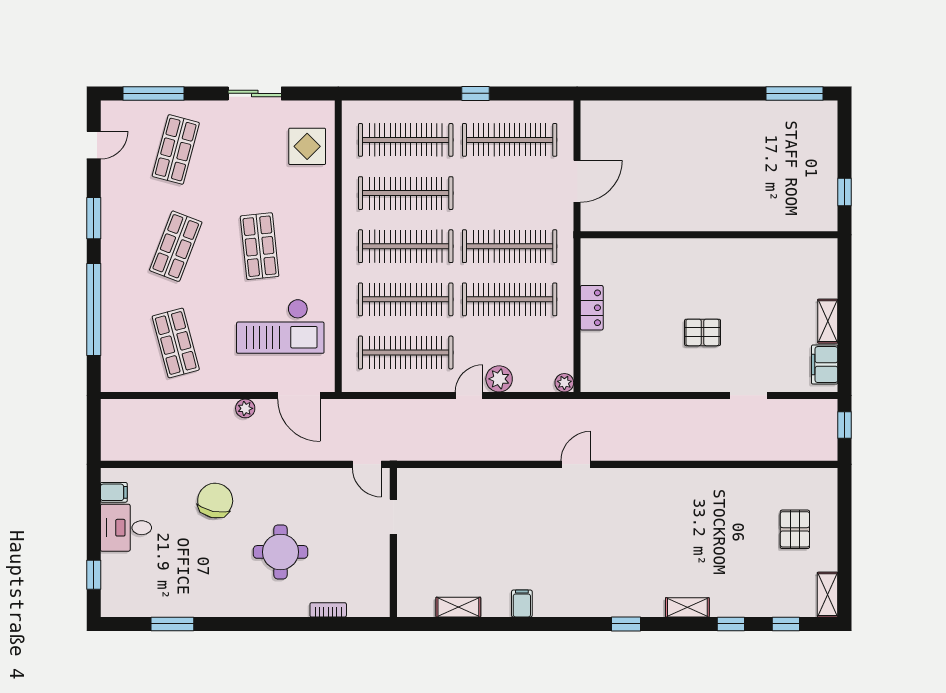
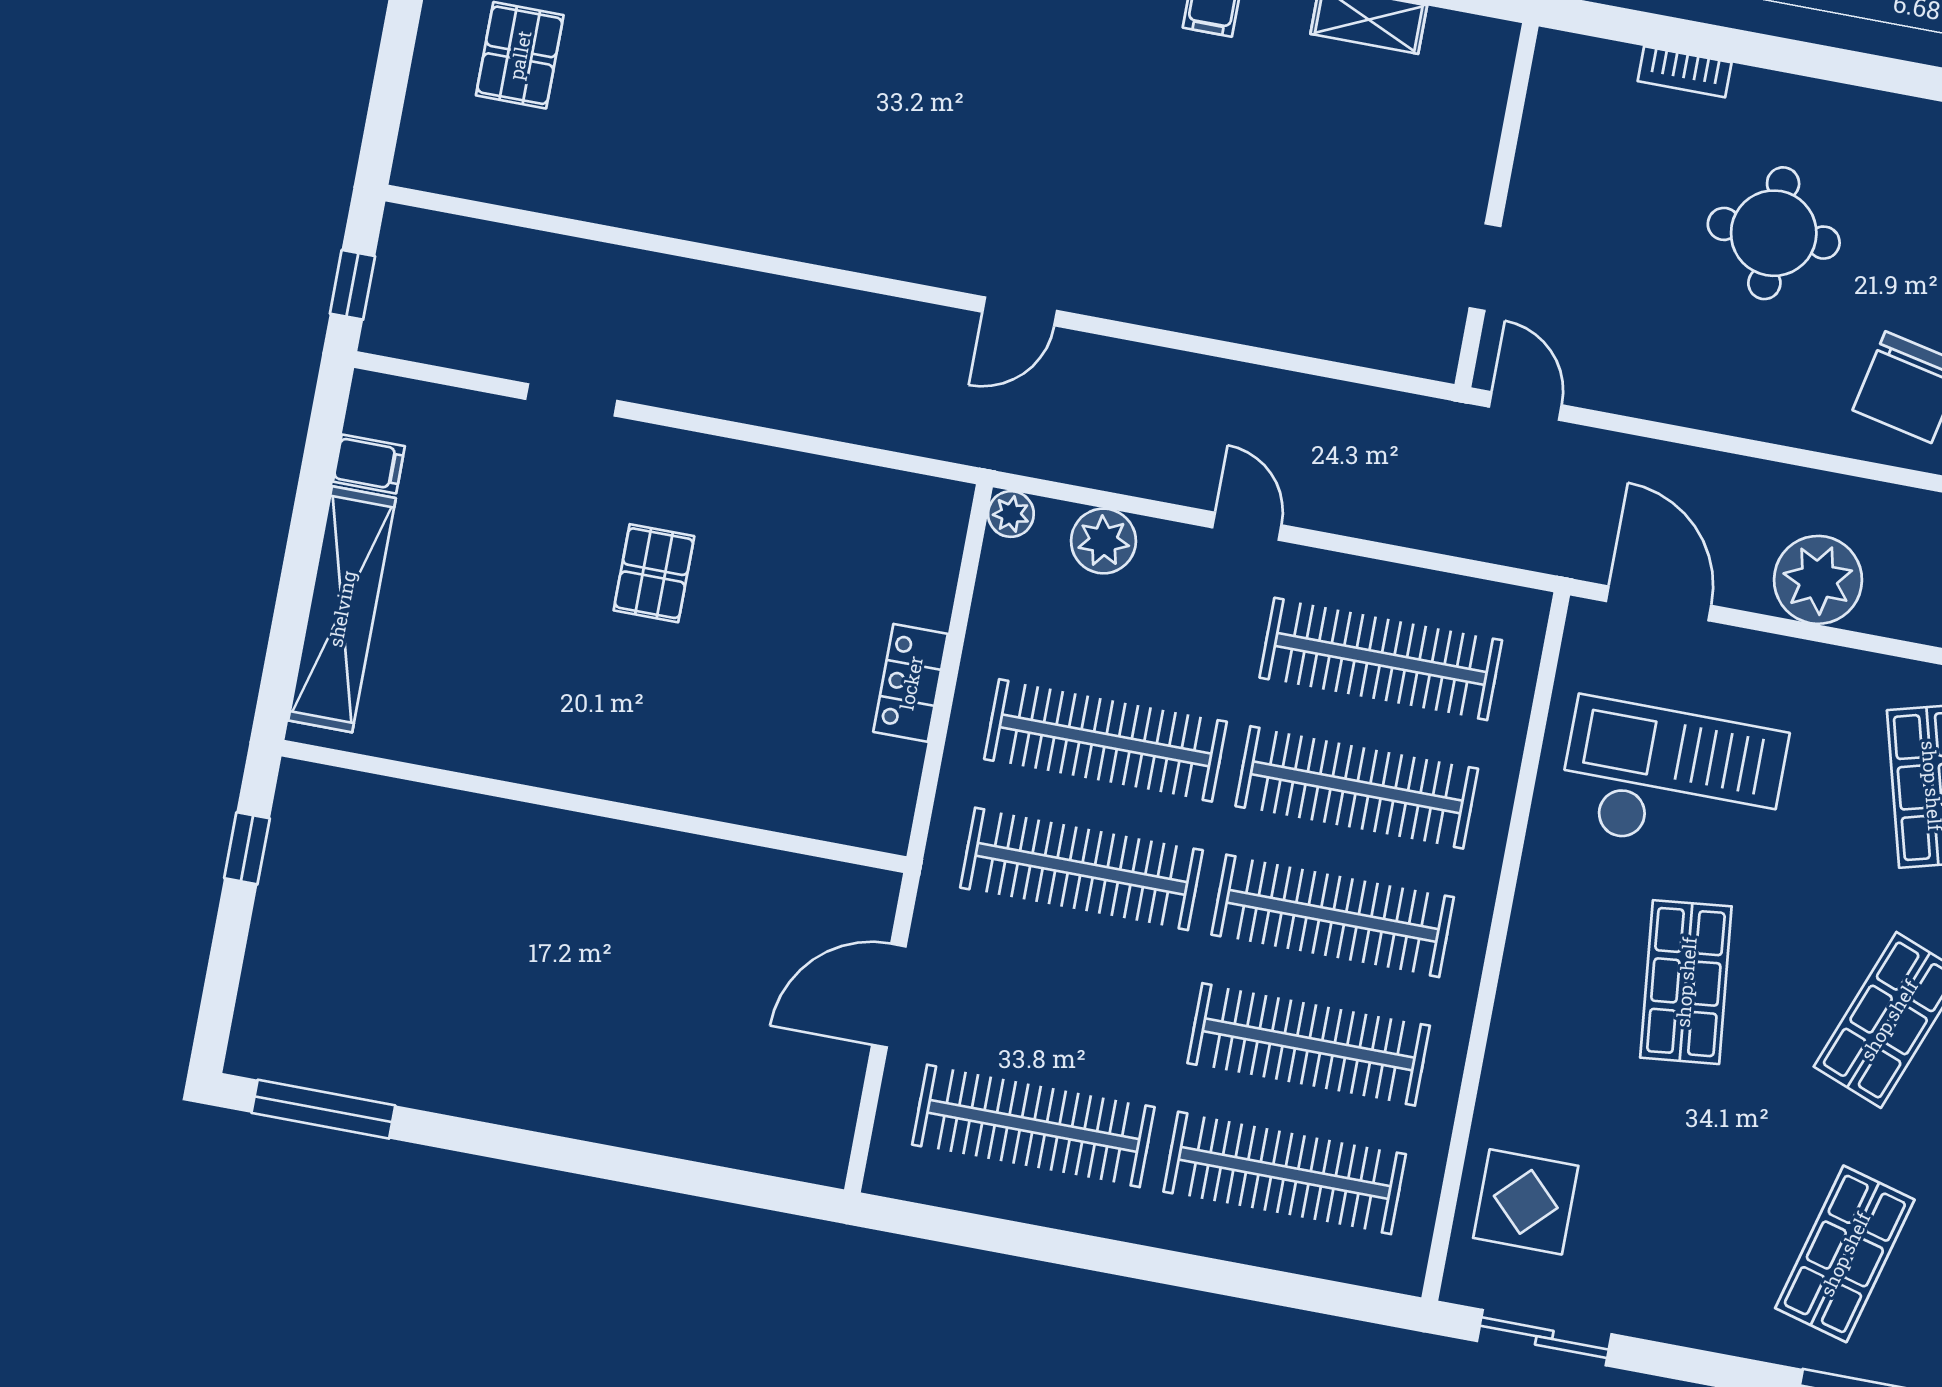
sliding door: (255, 93) -> (1544, 1338), moved
window: (475, 93) -> (1095, 1254), removed
shelving: (828, 321) -> (342, 609), width x2.20, depth x1.33
pallet: (703, 332) -> (654, 573), turned 90
filing cabinet: (825, 365) -> (369, 464), width x0.50
plant: (499, 379) -> (1103, 541), moved
door: (469, 395) -> (1247, 526), swing flipped
plant: (245, 408) -> (1818, 580), width x1.87, depth x1.87

